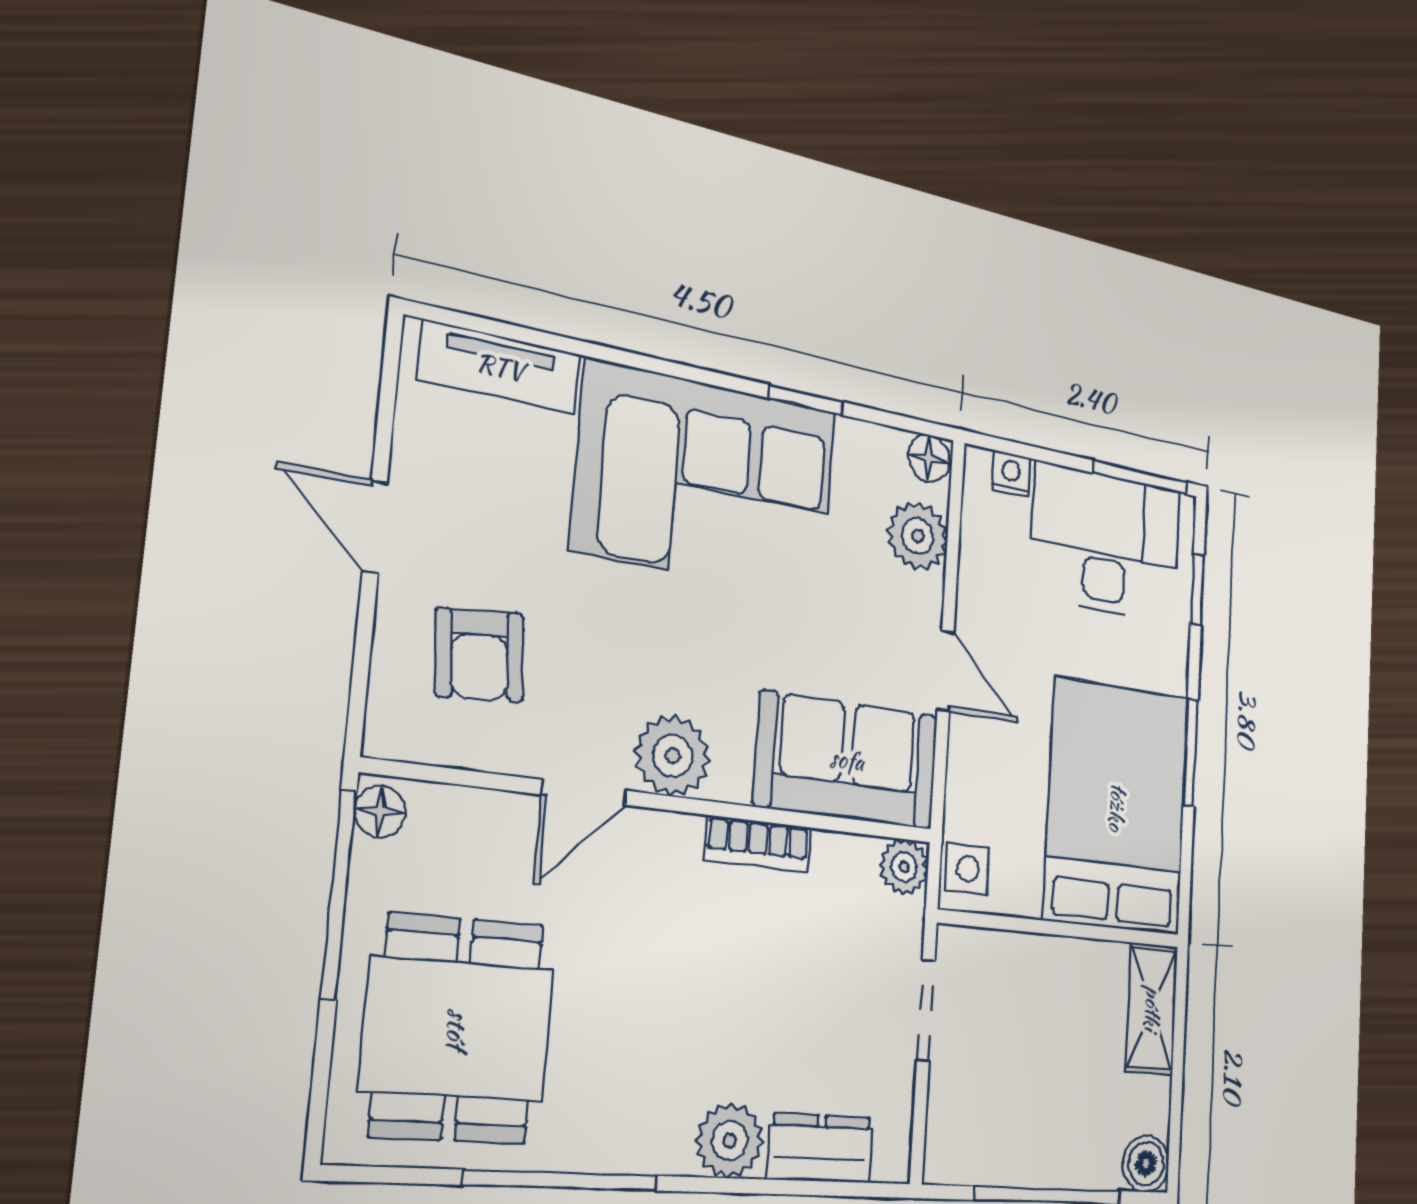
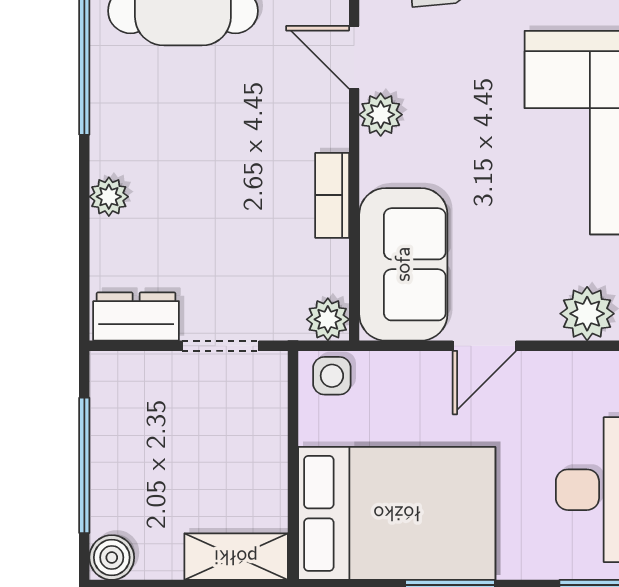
plant: (673, 756) -> (381, 115), width x0.73, depth x0.73
plant: (730, 1141) -> (109, 197), width x0.73, depth x0.73
dresser: (820, 1148) -> (136, 316), moved, turned -90

